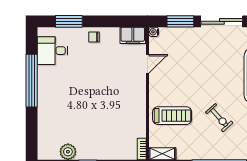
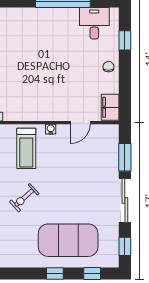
window: (69, 21) -> (125, 40), width x0.67
water cooler: (154, 32) -> (51, 129), moved
door: (147, 64) -> (80, 123), hinge flipped

